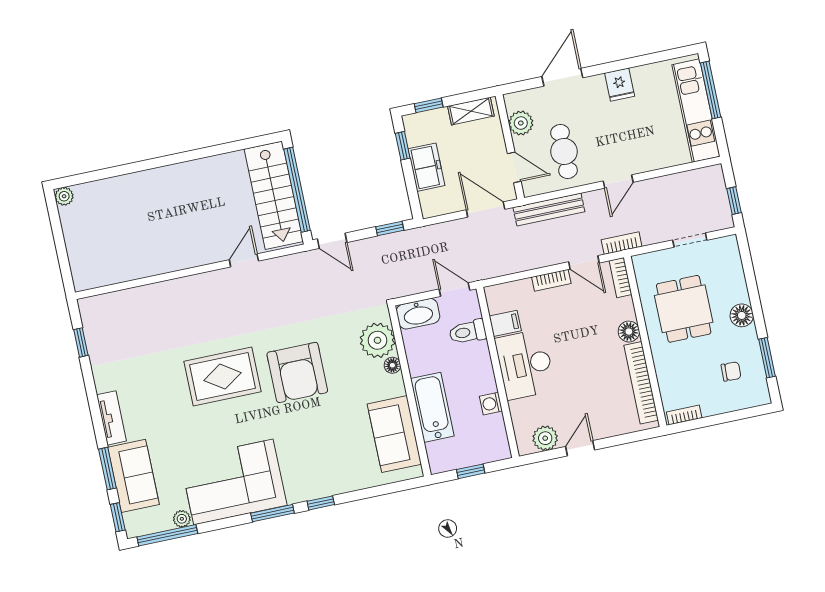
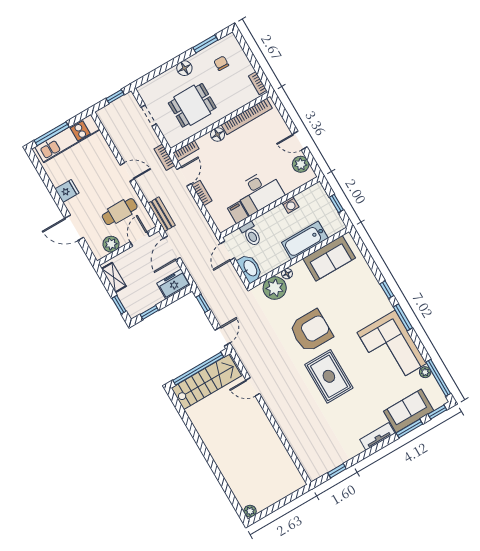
freezer: (426, 167) -> (174, 284), moved
bench: (549, 210) -> (162, 214), width x0.73

